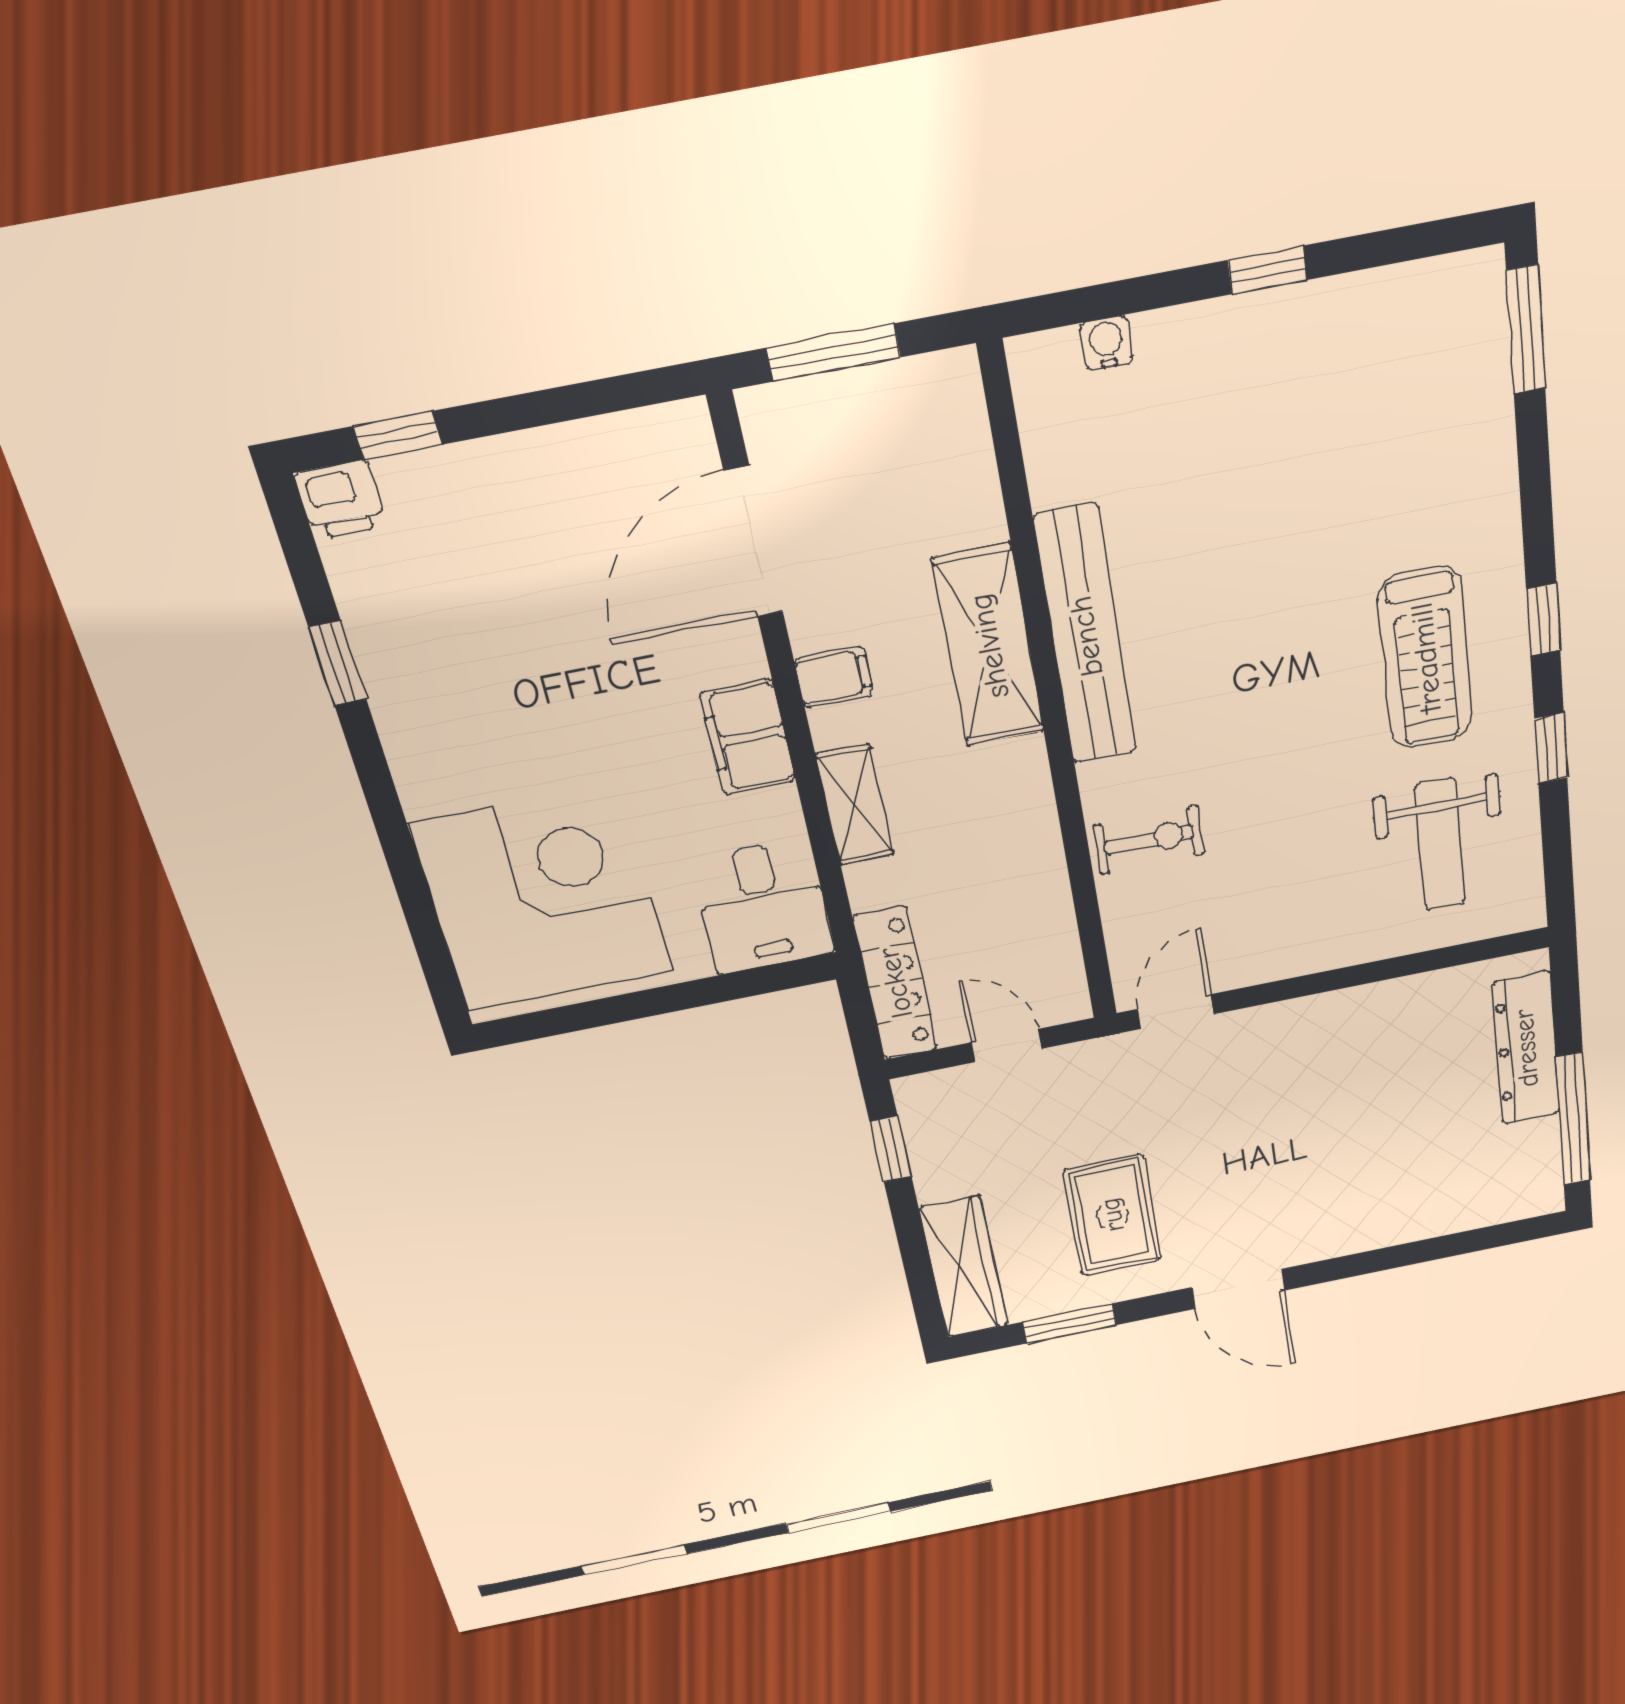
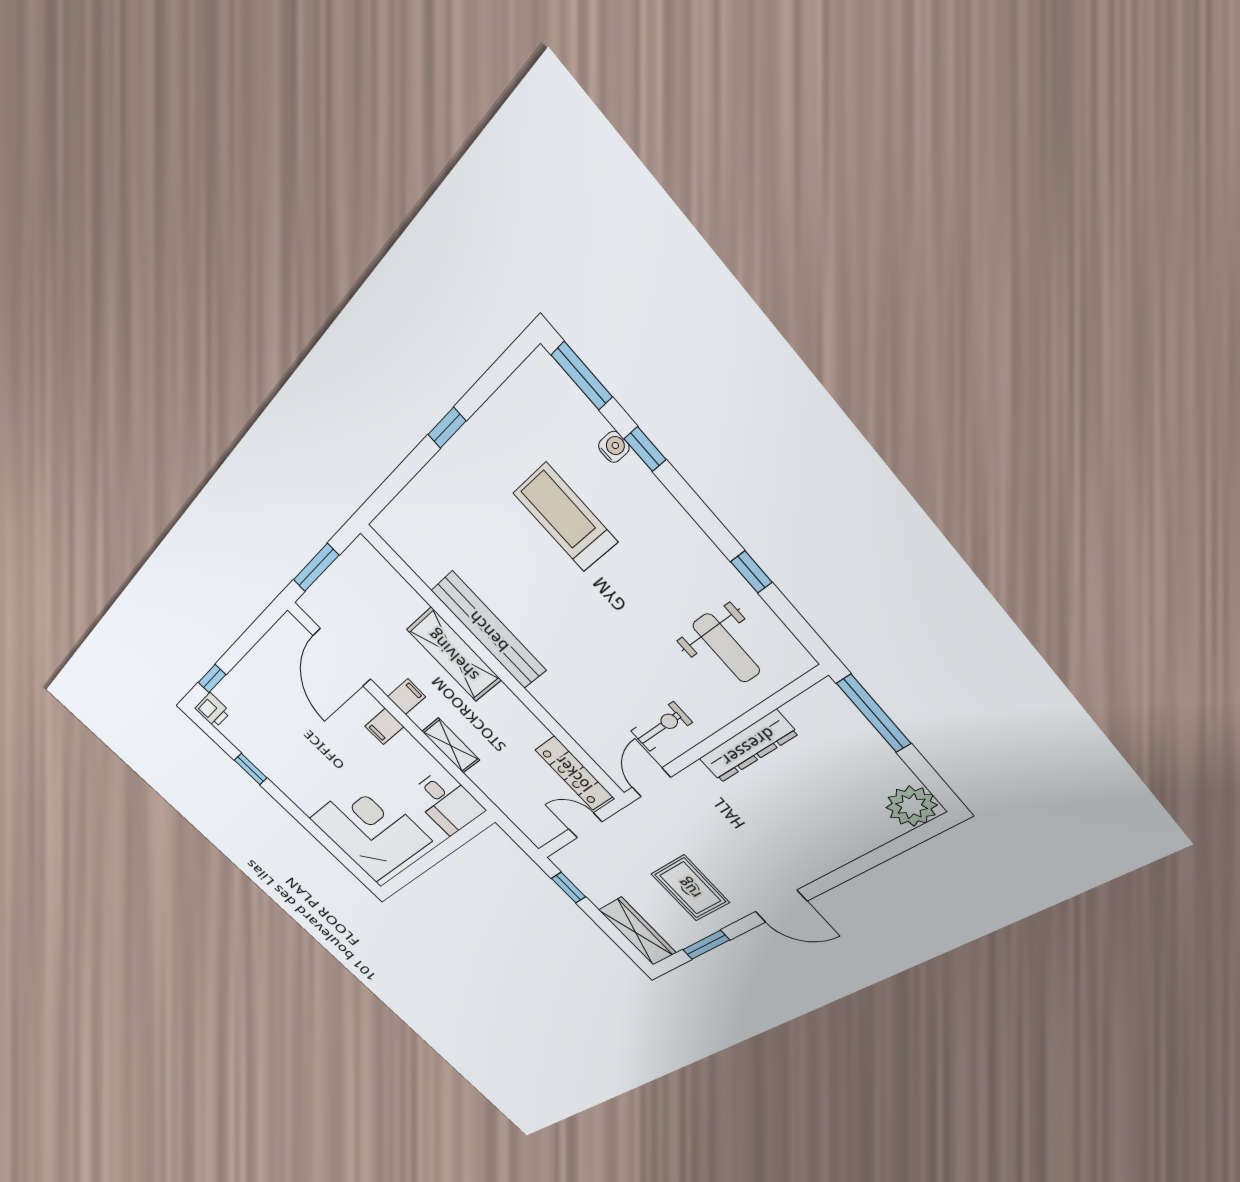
water cooler: (1106, 343) -> (614, 447), moved, turned 90
window: (1543, 620) -> (645, 449), moved
treadmill: (1426, 658) -> (565, 518), moved, turned 180
filing cabinet: (748, 737) -> (384, 726), width x0.50
exercise bike: (1149, 840) -> (661, 727), moved
locker: (895, 983) -> (574, 773), moved, turned 180
dresser: (1526, 1048) -> (748, 746), moved, turned -90
window: (1573, 1119) -> (874, 714), moved
plant: (1526, 1186) -> (912, 806), added

